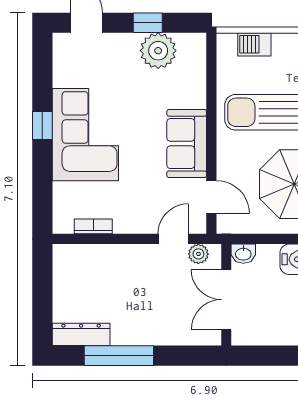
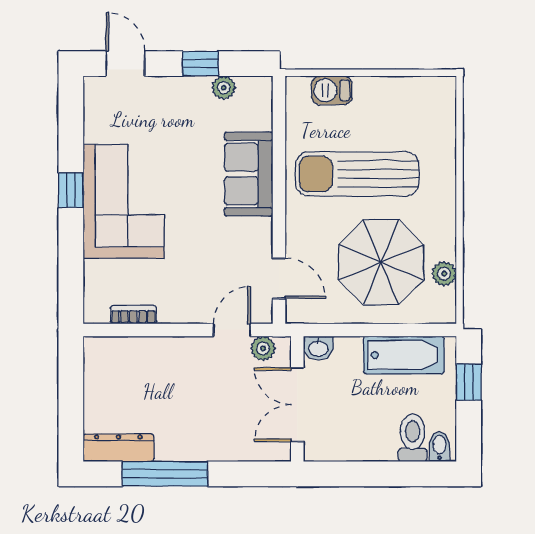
plant: (158, 51) -> (224, 88), width x0.53, depth x0.53
sofa: (187, 144) -> (249, 174), moved

